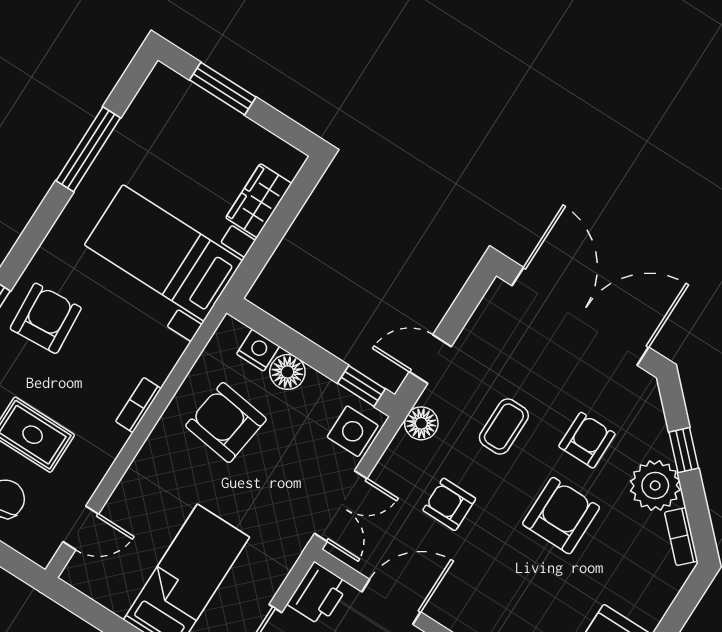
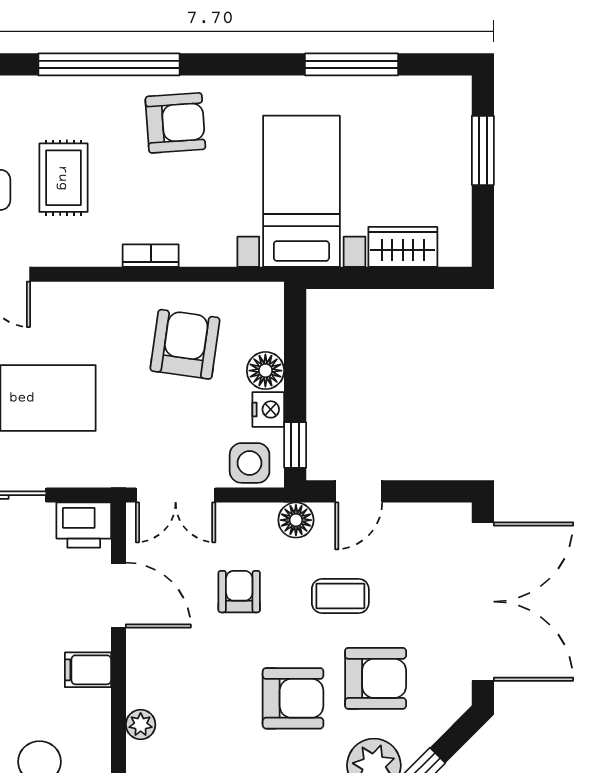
nightstand: (258, 350) -> (268, 409), moved
door: (430, 359) -> (359, 491), swing flipped
armchair: (587, 440) -> (376, 678), width x1.38, depth x1.38

